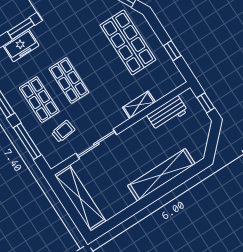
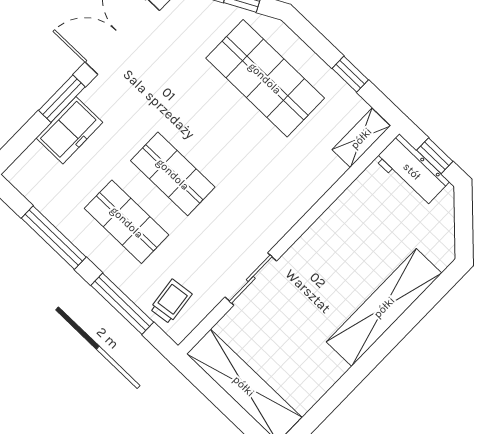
shelving: (139, 105) -> (361, 138), moved
workbench: (167, 113) -> (412, 171), moved, turned 90
trolley: (63, 131) -> (171, 301), moved
sliding door: (96, 144) -> (251, 279), width x0.73

